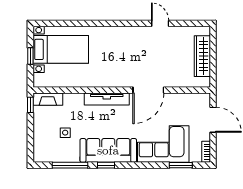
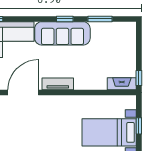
tv unit: (107, 99) -> (58, 84), width x0.71
side table: (65, 133) -> (105, 51), removed
window: (70, 165) -> (100, 19), width x0.69

